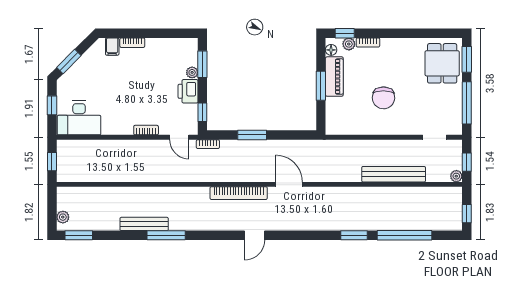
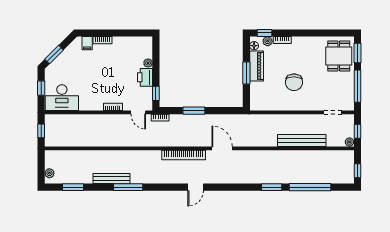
window: (202, 64) -> (156, 57), removed
window: (79, 235) -> (73, 187), moved

